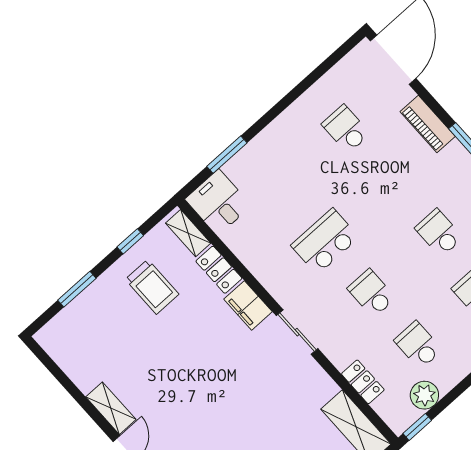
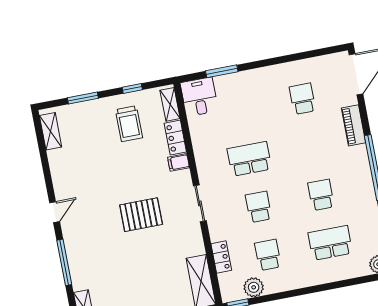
filing cabinet: (248, 305) -> (179, 162), width x0.50
pallet: (234, 389) -> (141, 215), added
shelving: (111, 408) -> (51, 131), moved

